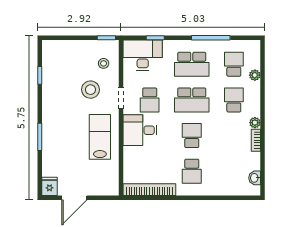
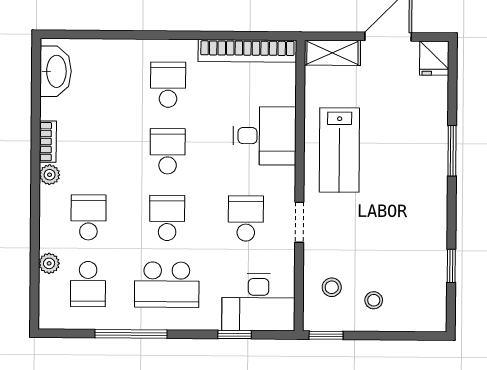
school desk: (192, 64) -> (167, 285), turned 180
stool: (90, 90) -> (374, 300), moved, width x0.53, depth x0.53
school desk: (192, 100) -> (167, 218), width x0.54
school desk: (234, 100) -> (88, 217), turned 180
desk: (140, 130) -> (264, 136), moved
school desk: (192, 136) -> (168, 151), turned 180
washbasin: (255, 178) -> (56, 71), width x1.91, depth x1.45
shelving: (104, 189) -> (332, 53), added

